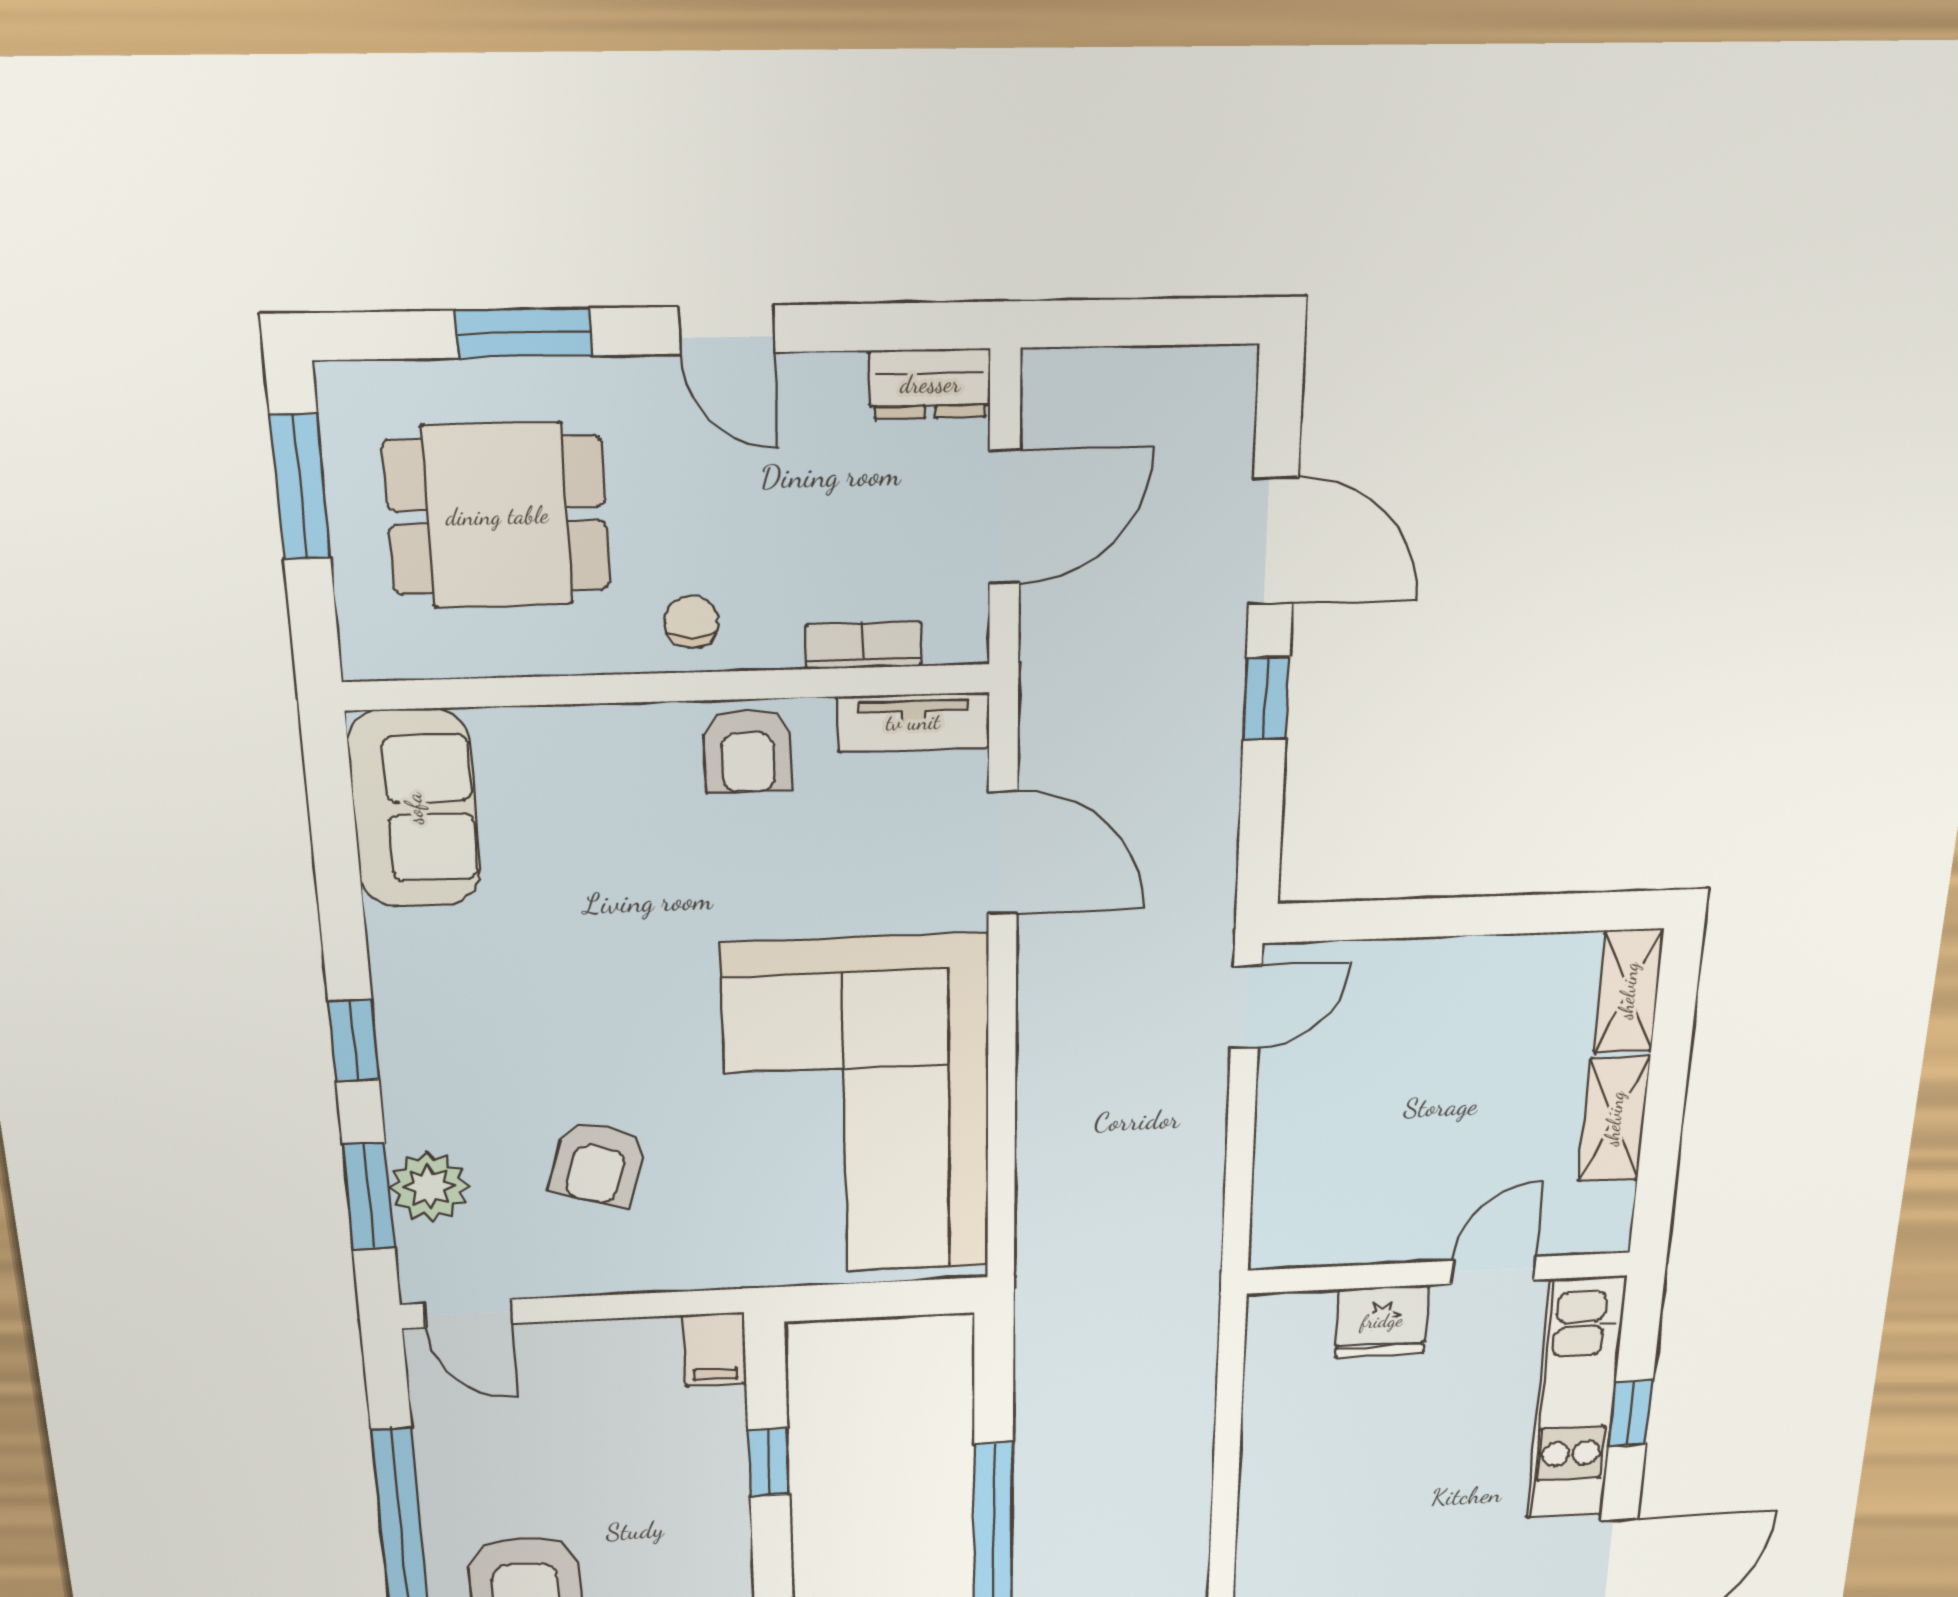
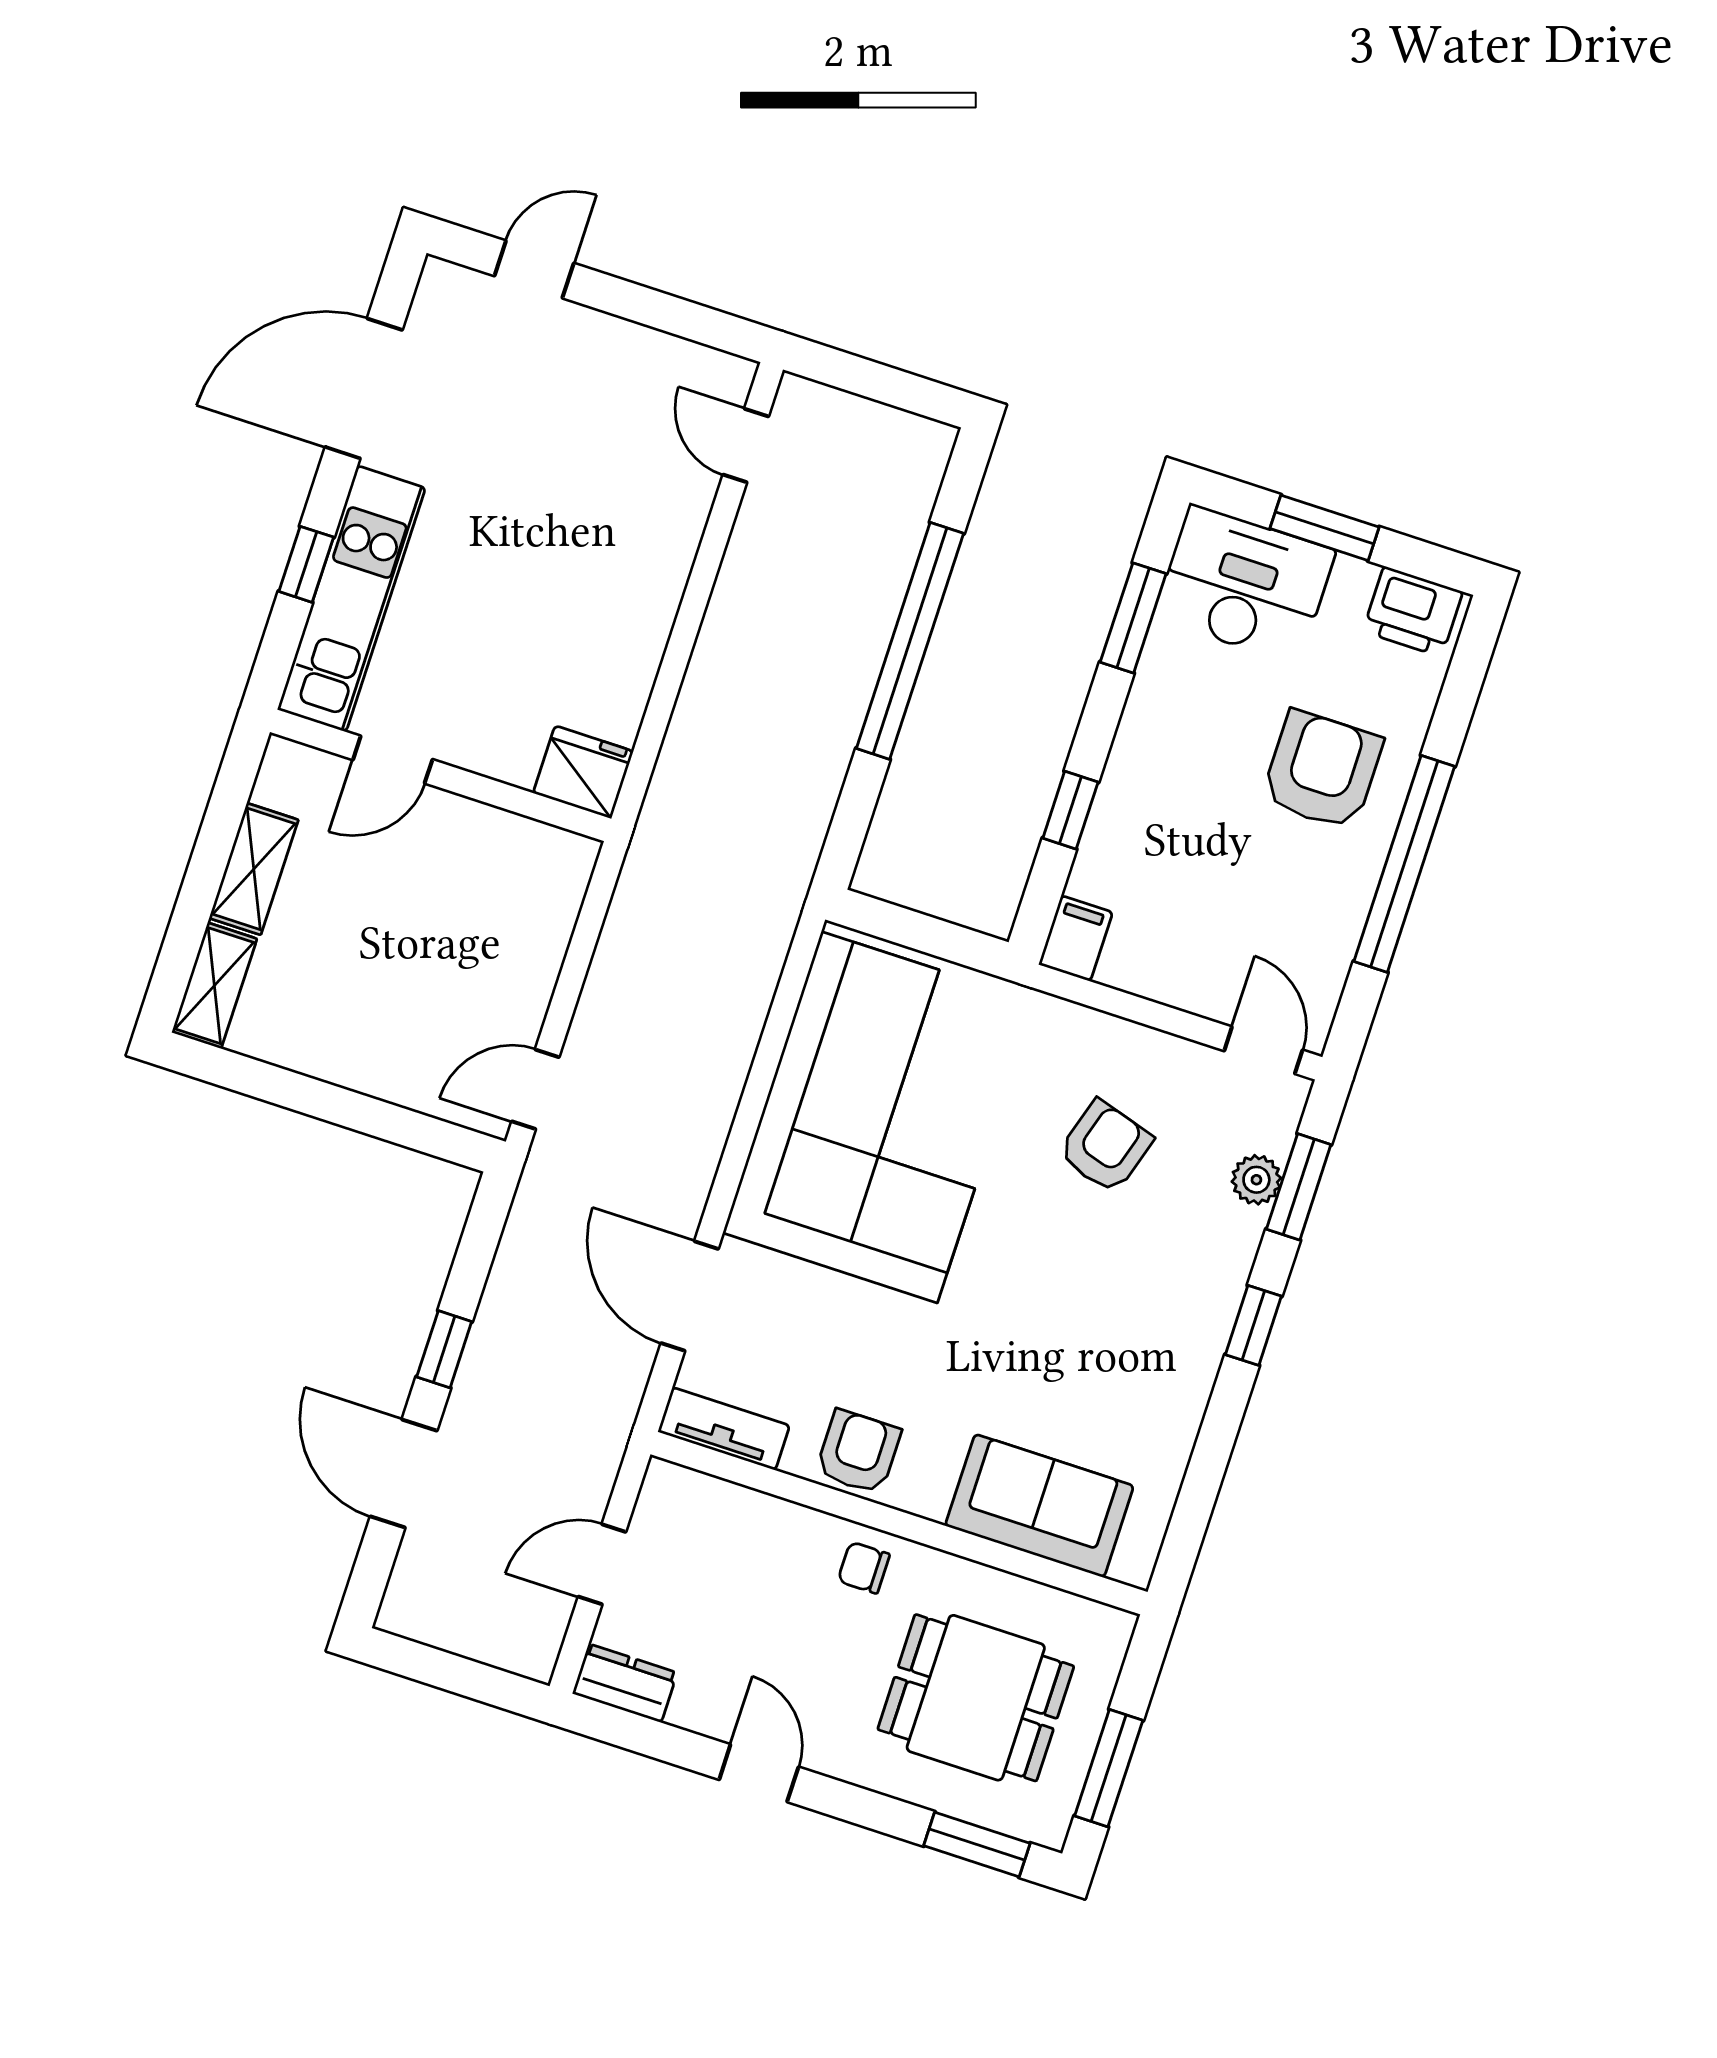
window: (524, 333) -> (977, 1844), moved
door: (1005, 517) -> (602, 1564), width x0.73
chair: (692, 622) -> (864, 1568), turned 90
bookcase: (864, 645) -> (741, 1503), removed
sofa: (414, 808) -> (1039, 1506), moved, turned 90
plant: (429, 1187) -> (1256, 1180), width x0.73, depth x0.73
fridge: (1382, 1321) -> (583, 772), moved

